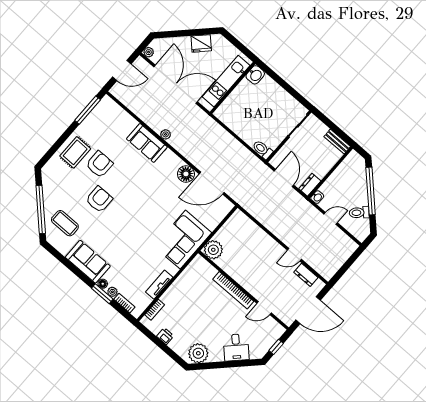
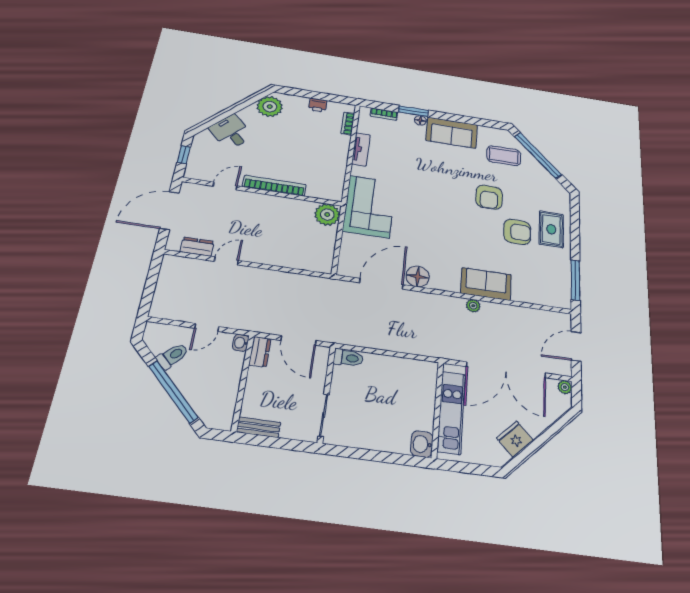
armchair: (99, 164) -> (517, 232), turned -90
plant: (112, 292) -> (405, 118), removed

